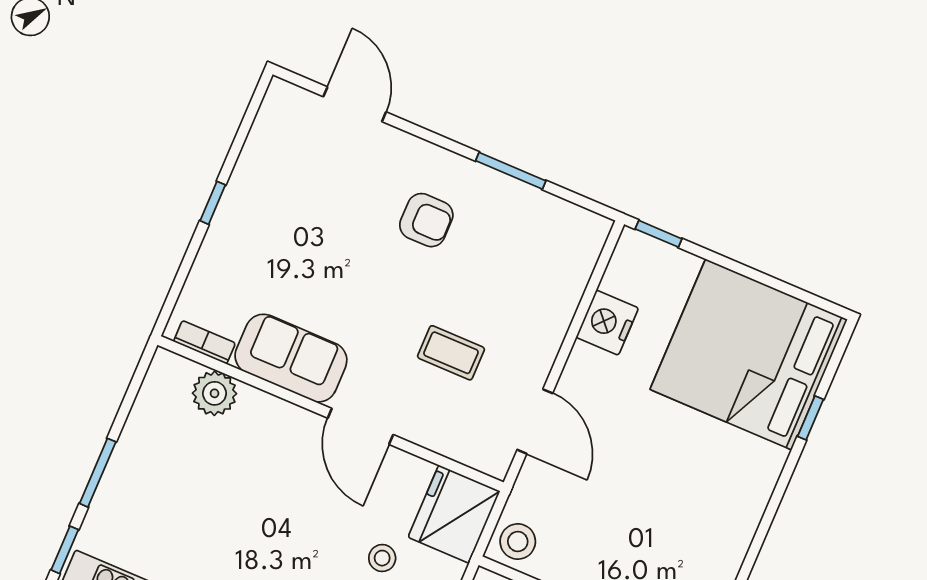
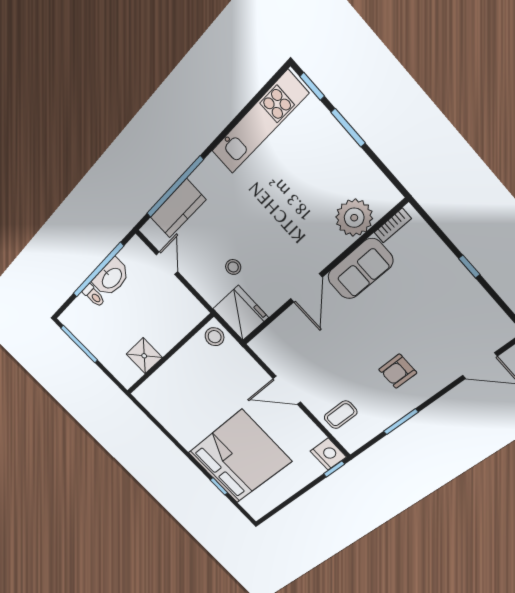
nightstand: (607, 323) -> (328, 454), moved
coffee table: (451, 353) -> (341, 415), moved
bed: (749, 354) -> (239, 457), moved
plant: (214, 393) -> (354, 218), width x1.36, depth x1.36
door: (535, 421) -> (287, 390), moved
door: (360, 426) -> (306, 288), swing flipped

